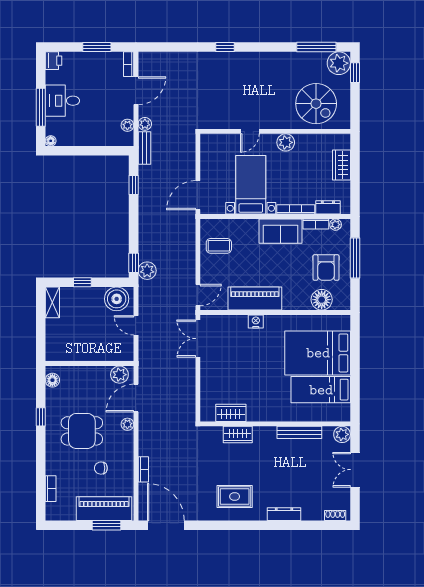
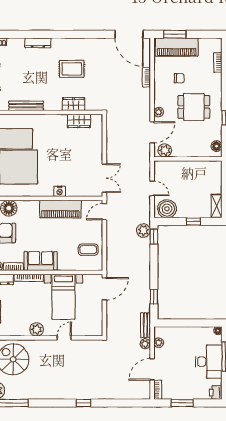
desk: (62, 101) -> (209, 362), width x1.37
rug: (235, 496) -> (72, 69), moved

